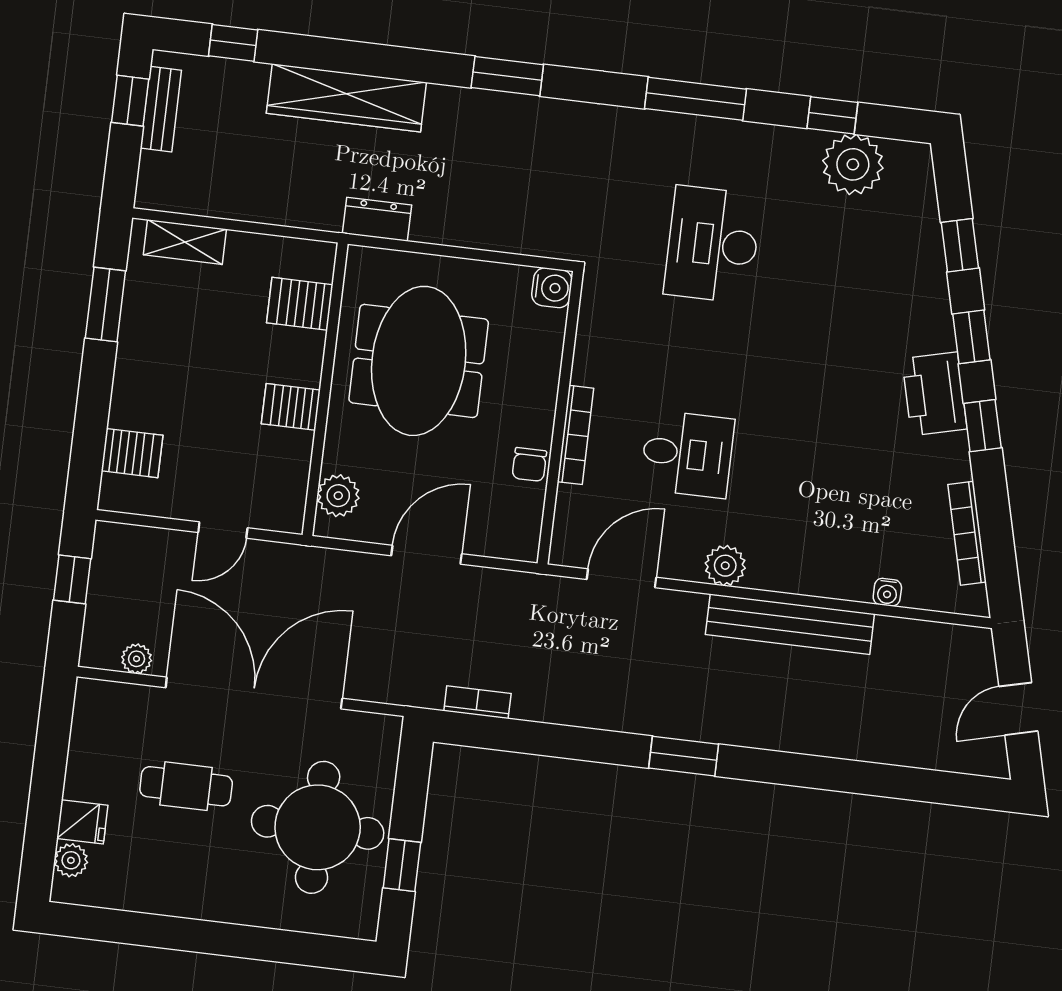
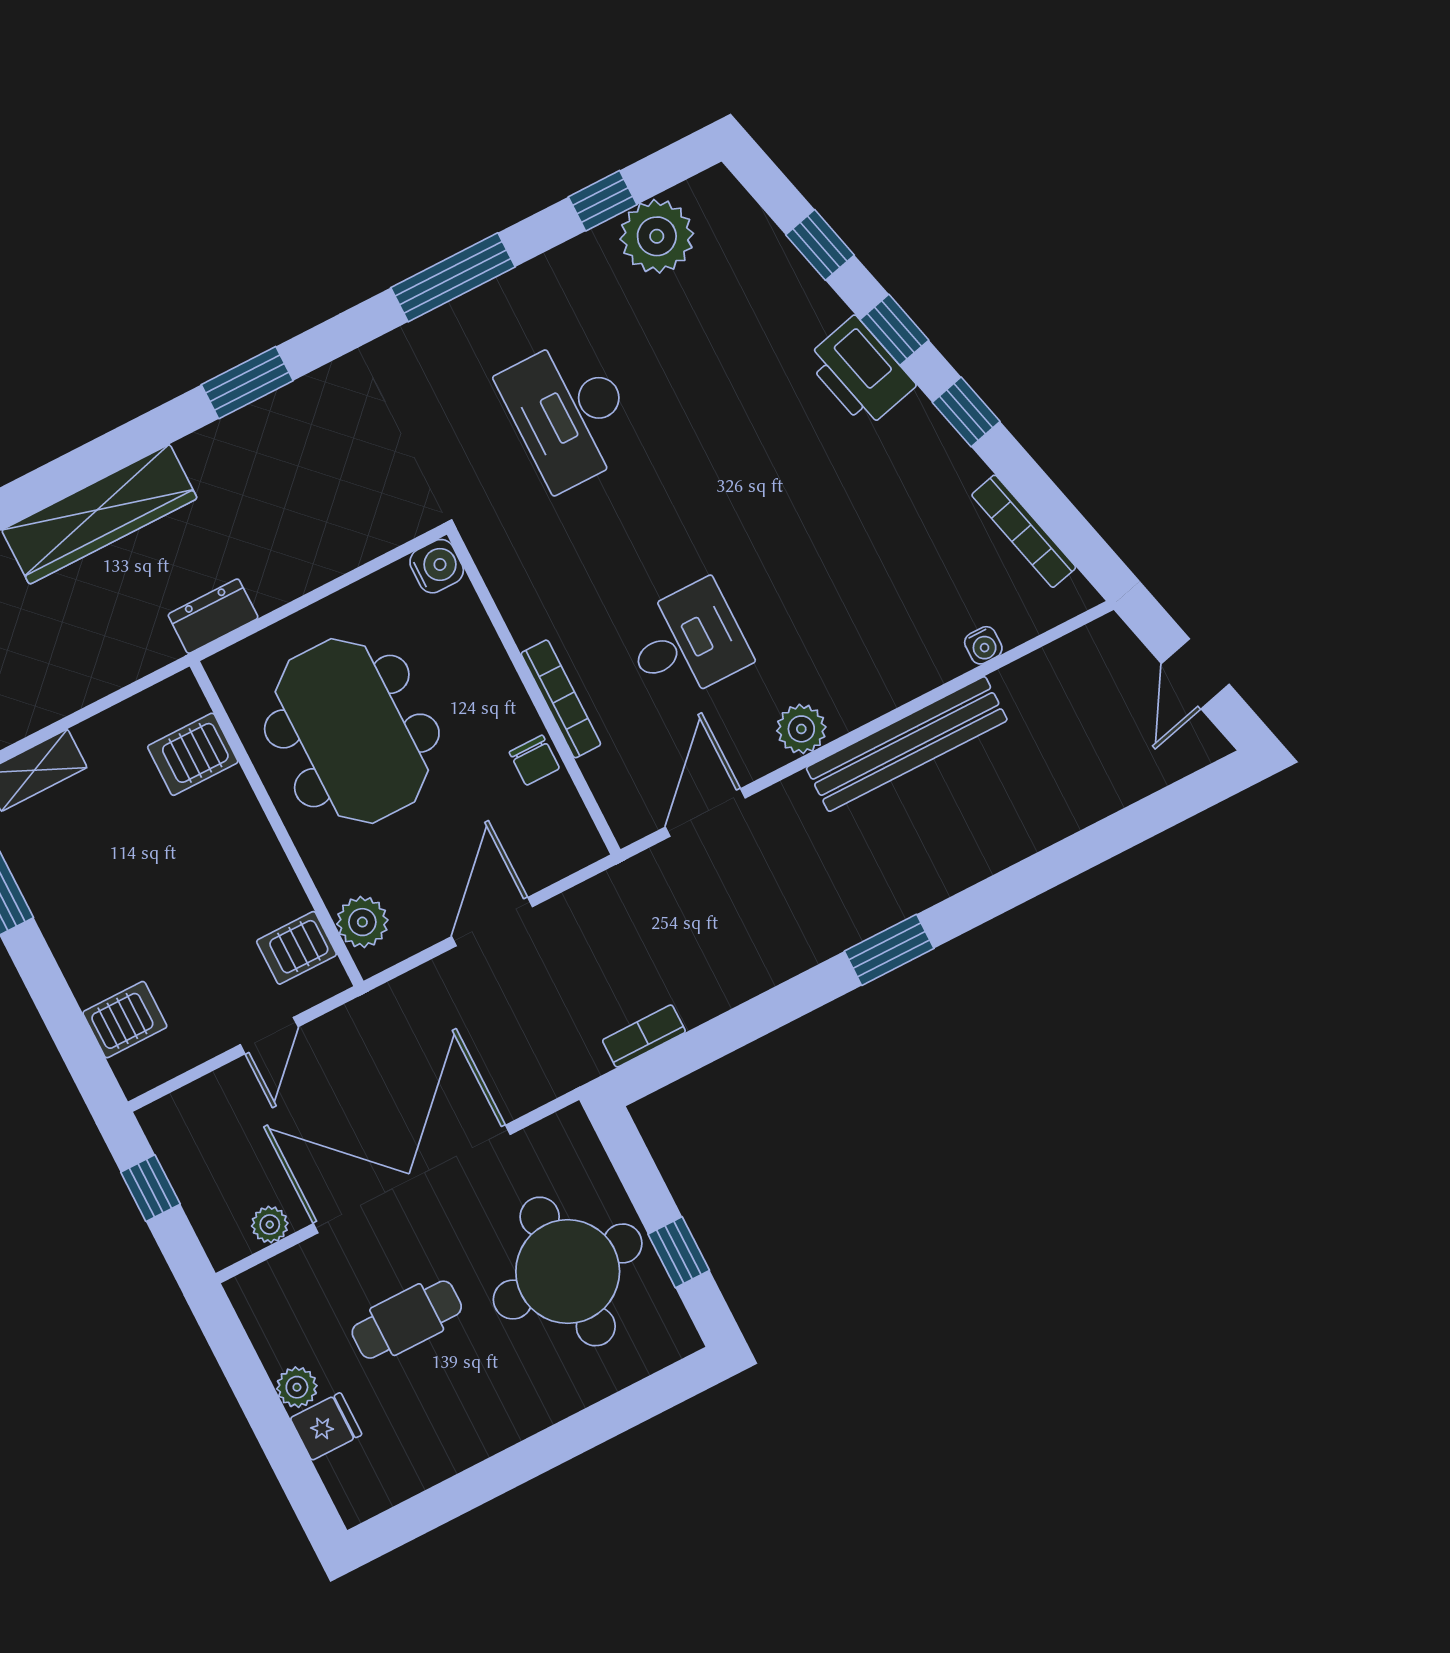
printer: (934, 394) -> (860, 372), moved
server rack: (291, 407) -> (296, 948), moved
plant: (71, 860) -> (297, 1387), moved

